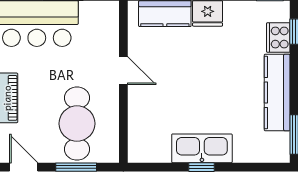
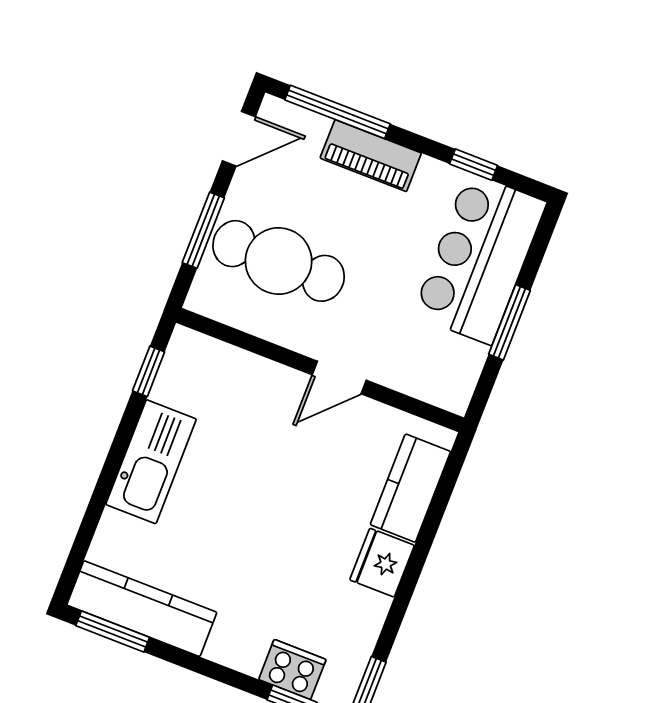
kitchen counter: (277, 92) -> (142, 609), moved
window: (201, 167) -> (149, 371), moved

